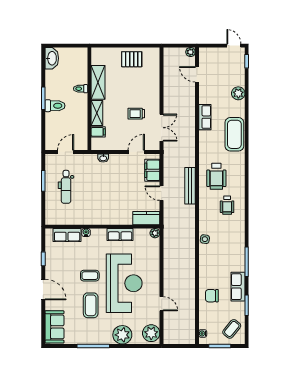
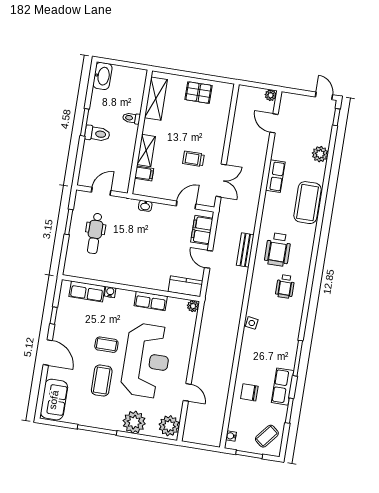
shelving: (98, 82) -> (156, 99), moved
bench: (190, 186) -> (245, 250), width x0.73

